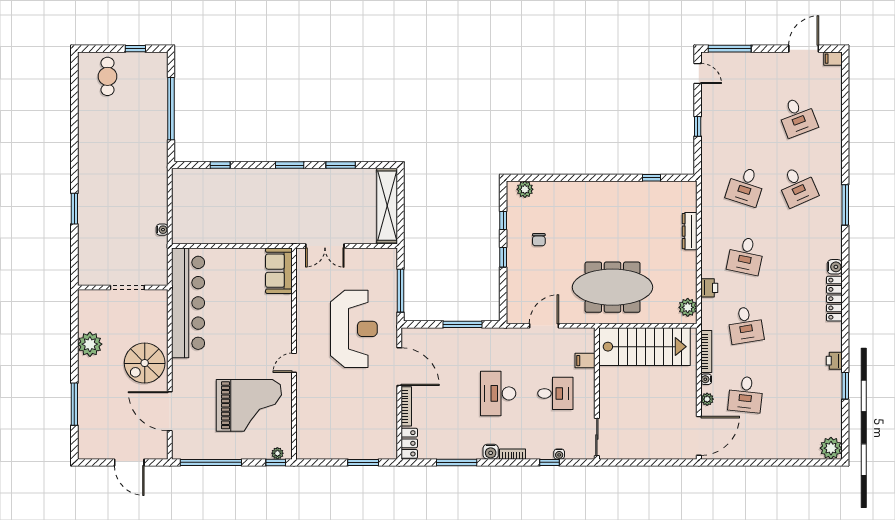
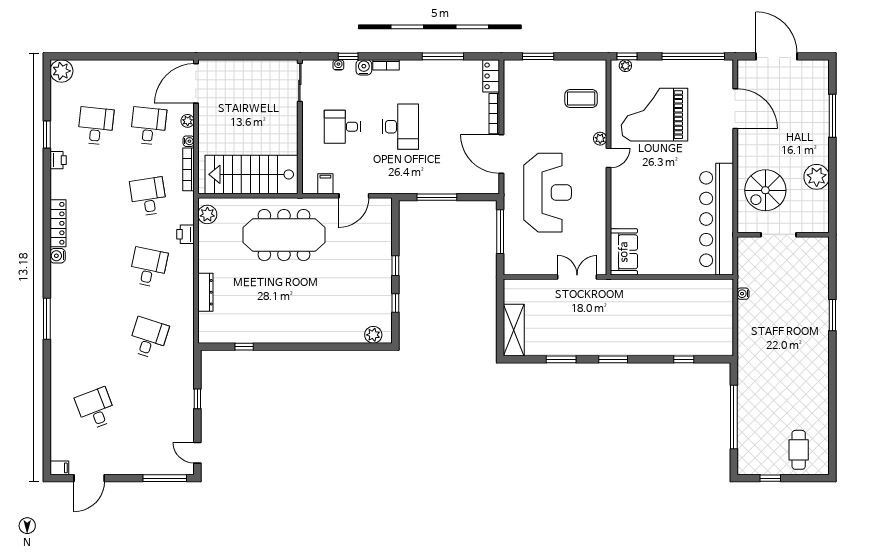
desk: (797, 186) -> (96, 126), moved, turned 30
shelving: (387, 206) -> (514, 330), width x0.68
chair: (539, 240) -> (359, 283), removed
reception desk: (354, 329) -> (548, 193), turned 180
filing cabinet: (585, 361) -> (325, 184), moved, turned -90
spiral stairs: (145, 363) -> (765, 190), moved, turned 180
plant: (302, 382) -> (600, 139), added
coffee table: (321, 421) -> (581, 99), added
water cooler: (491, 452) -> (364, 67), moved
door: (129, 462) -> (777, 56), width x1.36

